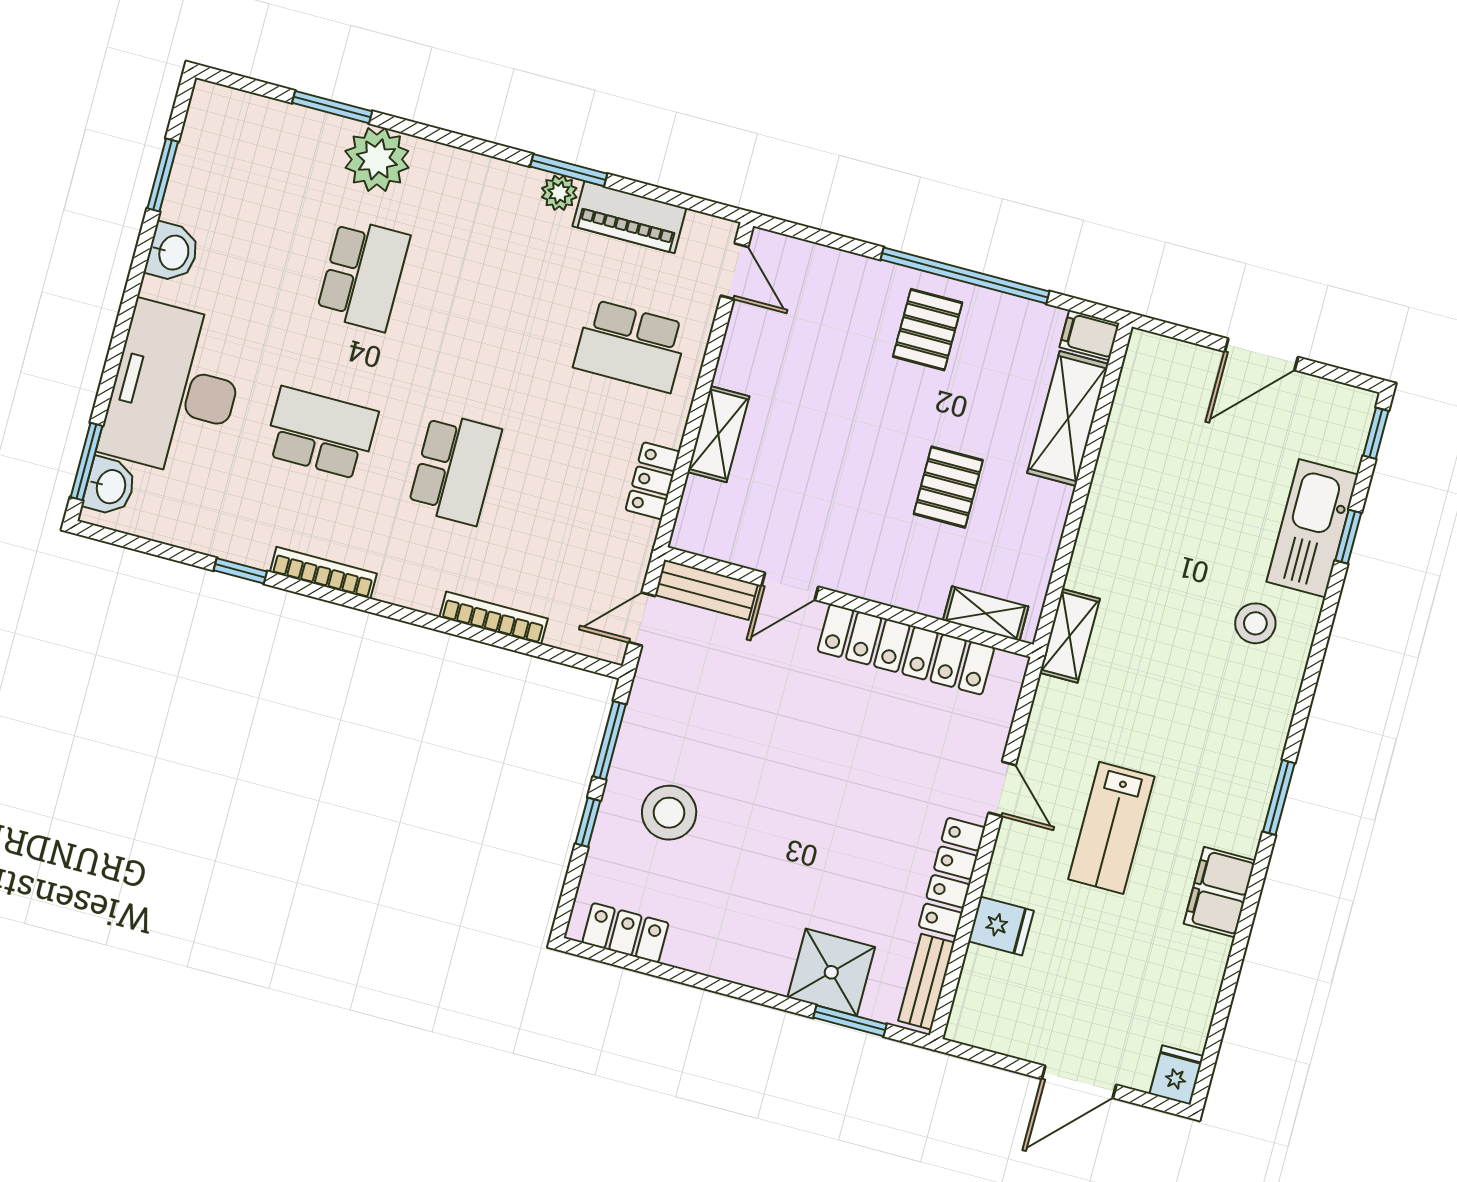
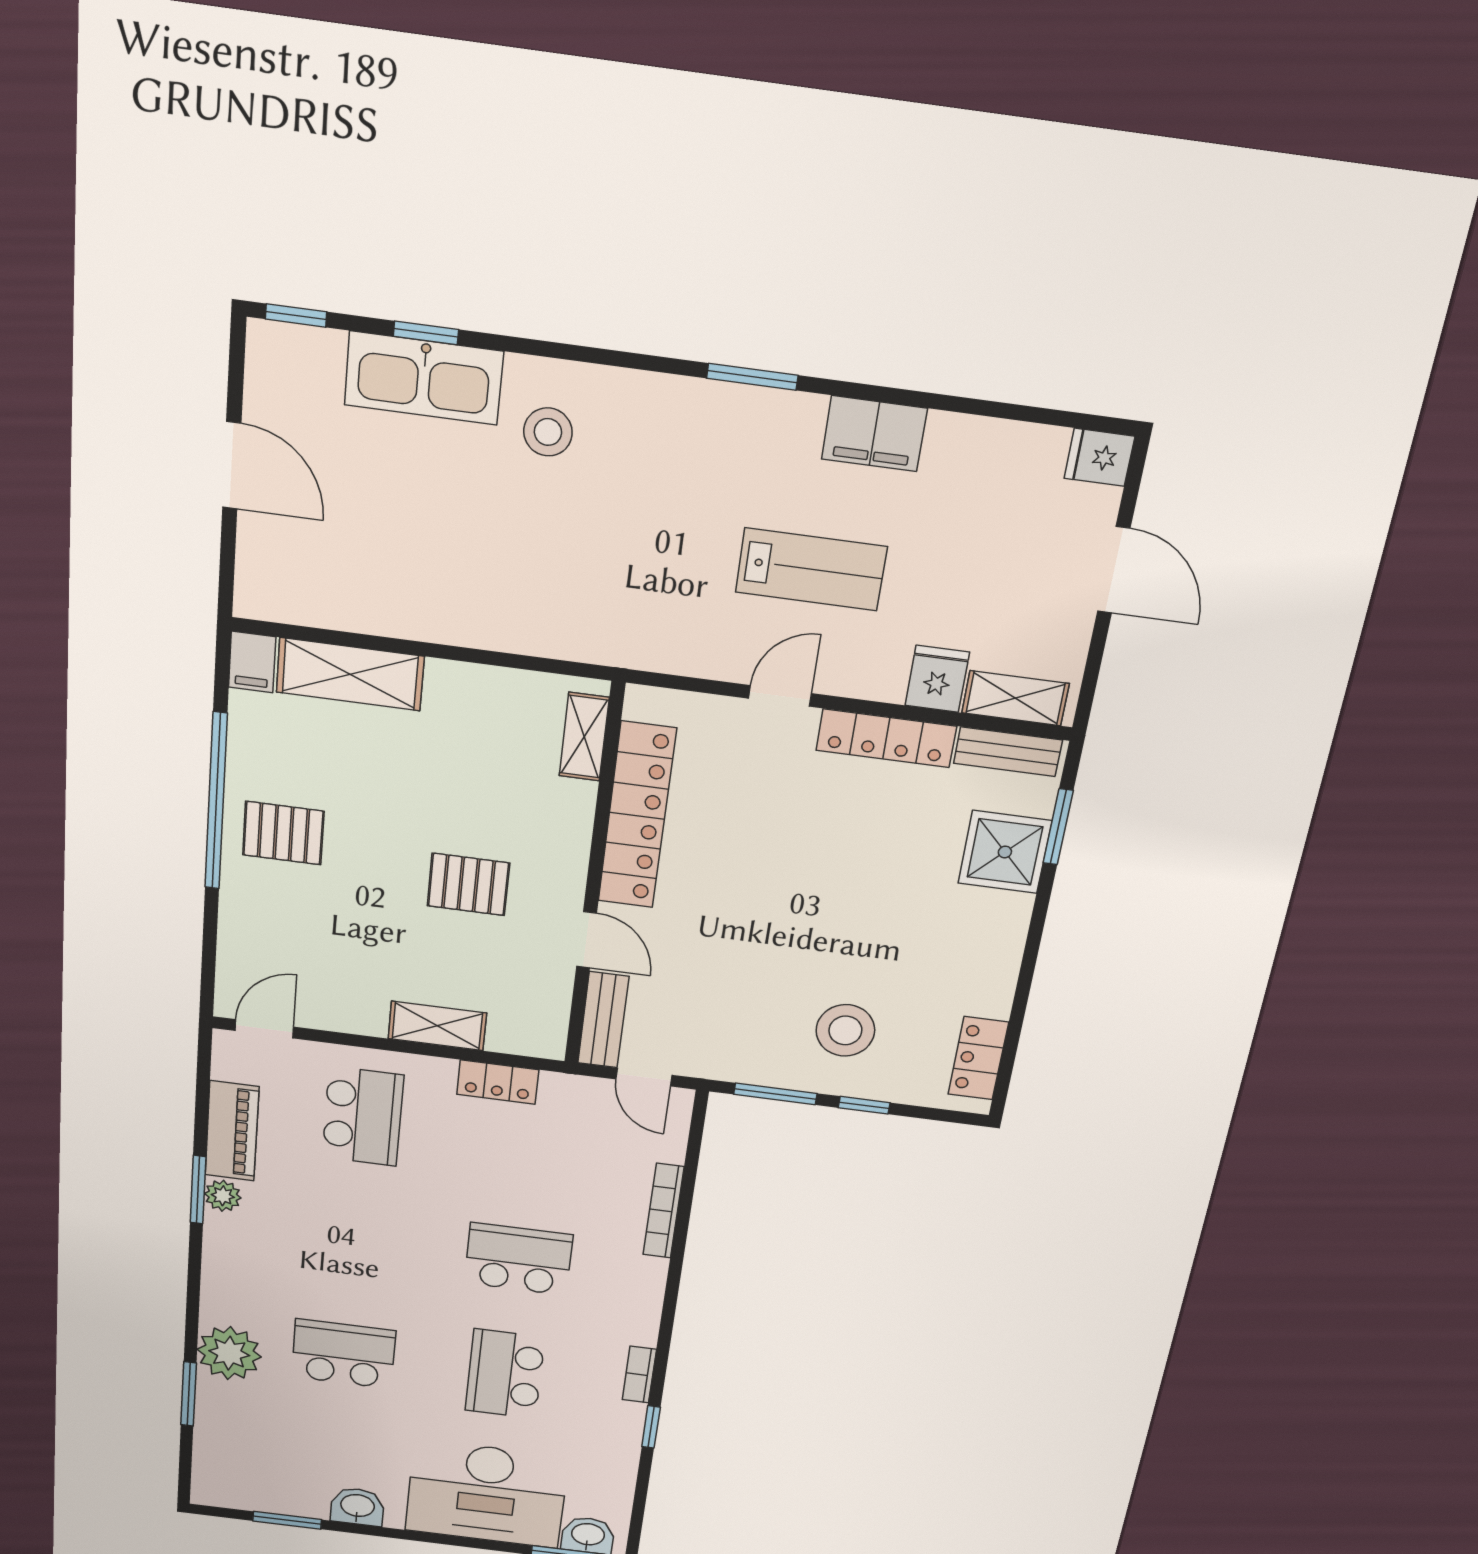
pallet: (948, 487) -> (468, 884), moved
bookcase: (323, 573) -> (639, 1375), width x0.64
shelving: (1070, 636) -> (1015, 698), moved

